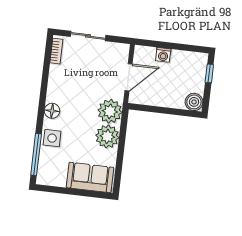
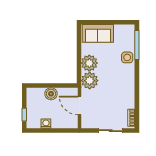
washing machine: (163, 55) -> (46, 124), moved
door: (129, 77) -> (80, 105), hinge flipped
boiler: (194, 102) -> (51, 94), moved
floor lamp: (52, 111) -> (129, 76), removed

